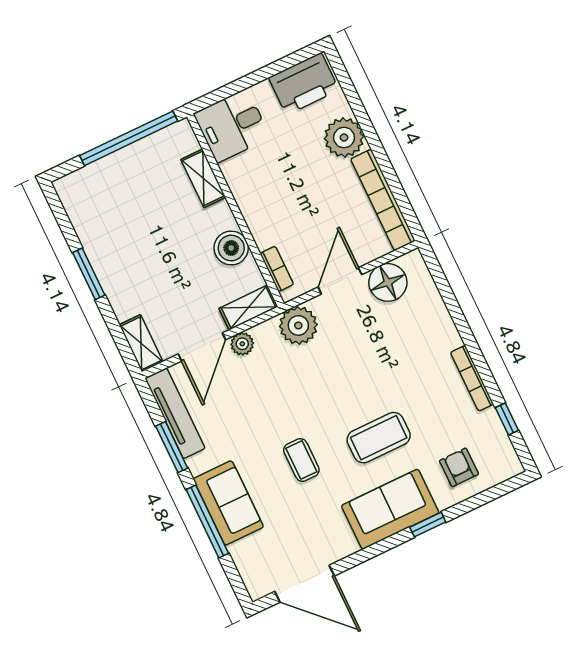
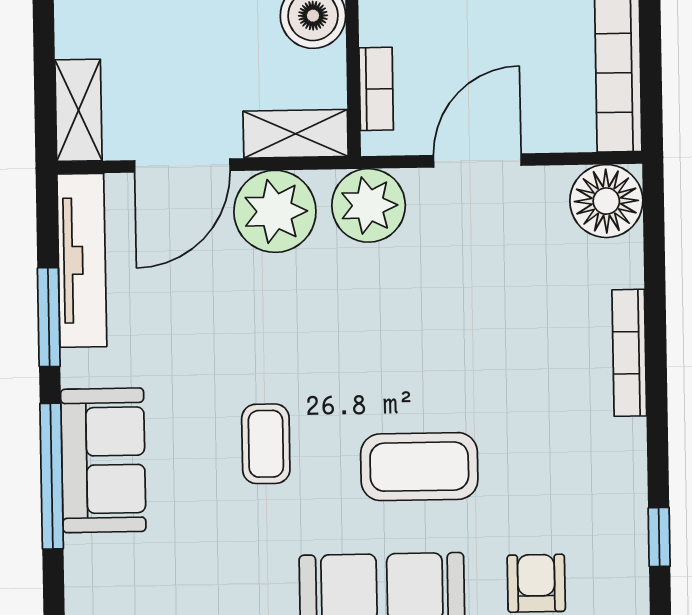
floor lamp: (388, 282) -> (606, 201), moved
plant: (242, 344) -> (275, 211), width x1.87, depth x1.87
bookcase: (472, 378) -> (629, 353), moved

